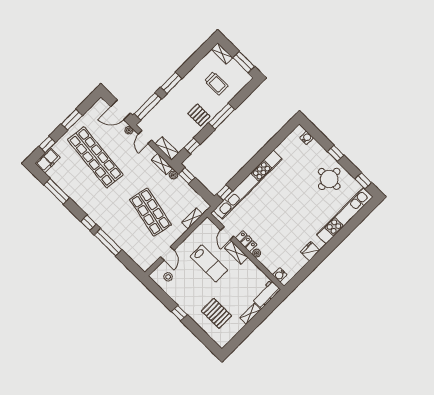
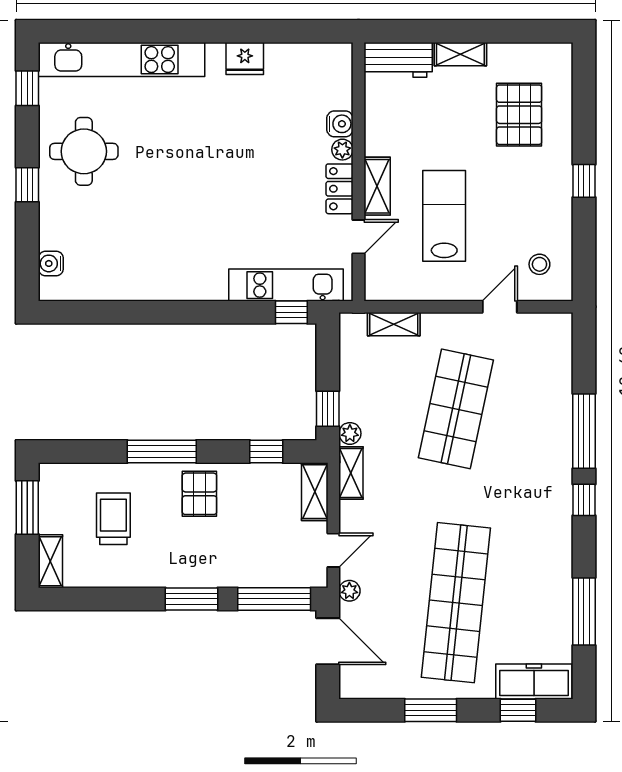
freezer: (48, 160) -> (534, 682), width x1.40
kitchen unit: (248, 185) -> (286, 285), width x0.54
water cooler: (280, 275) -> (340, 124), moved

